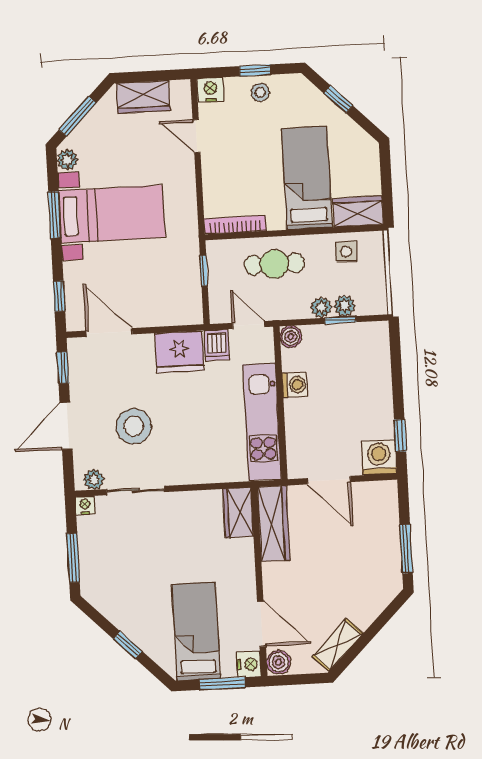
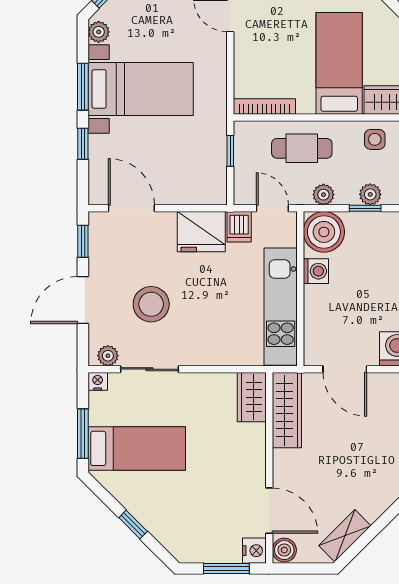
window: (59, 296) -> (83, 144), moved
plant: (321, 307) -> (323, 195), moved
boiler: (291, 337) -> (324, 232), width x1.86, depth x1.86
bed: (196, 632) -> (137, 448), moved, turned 90

